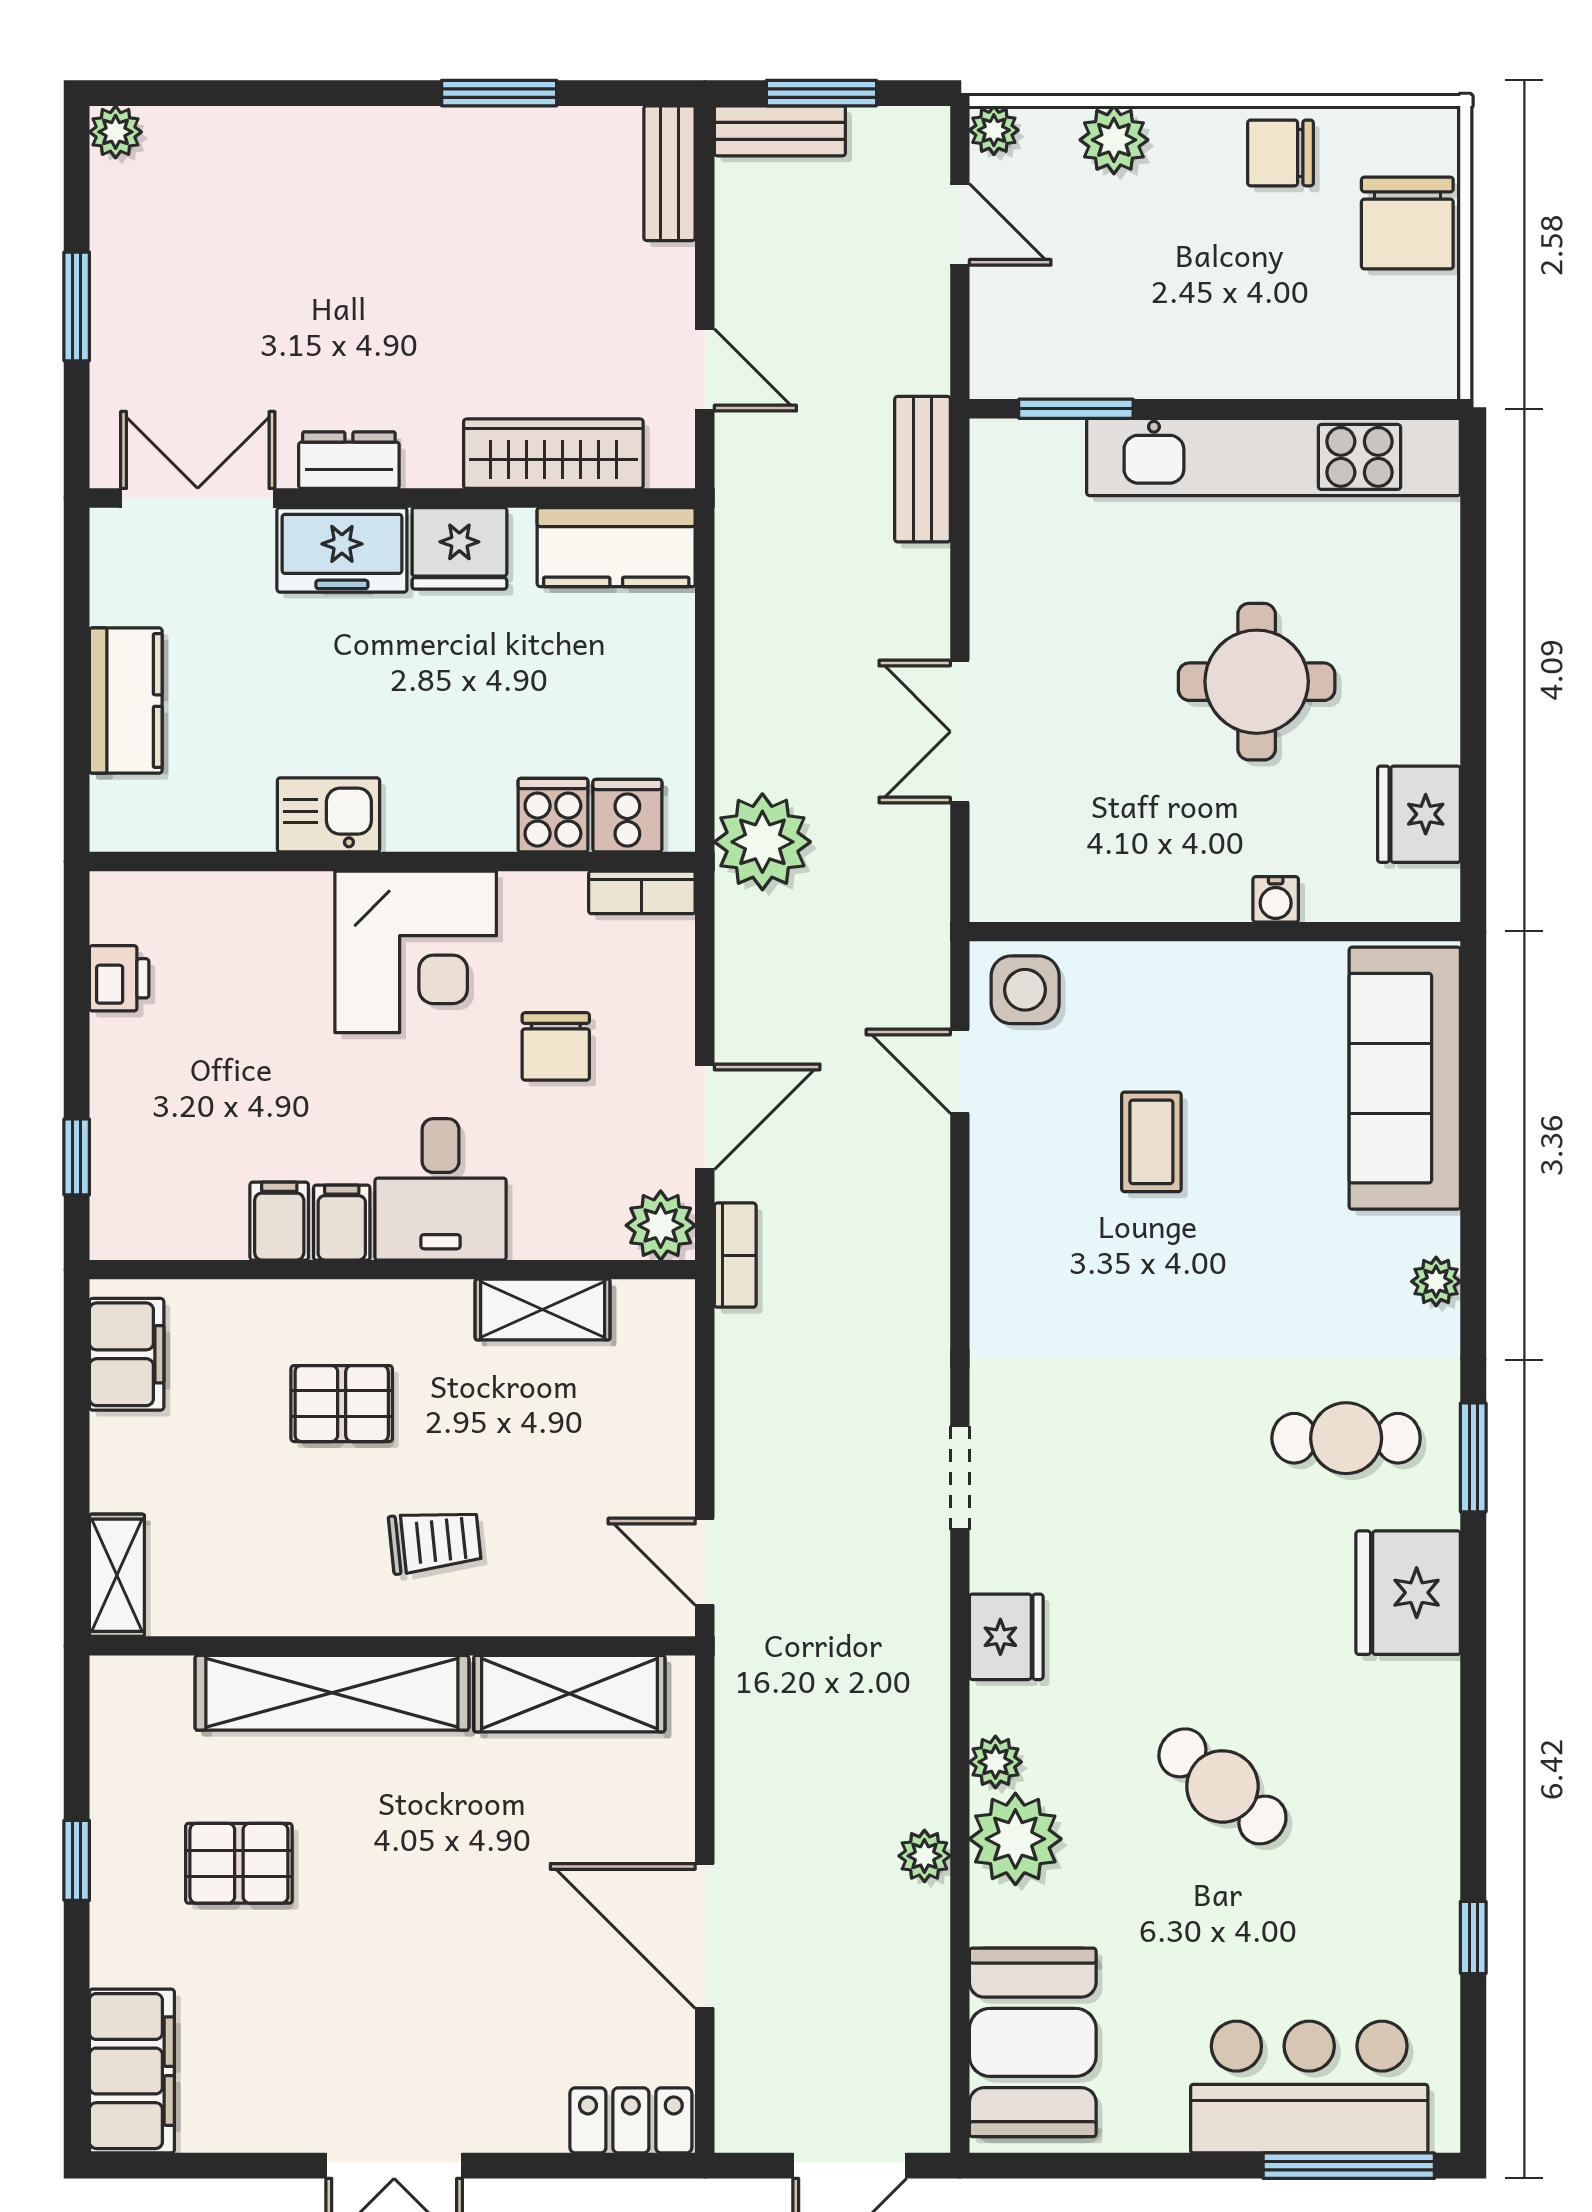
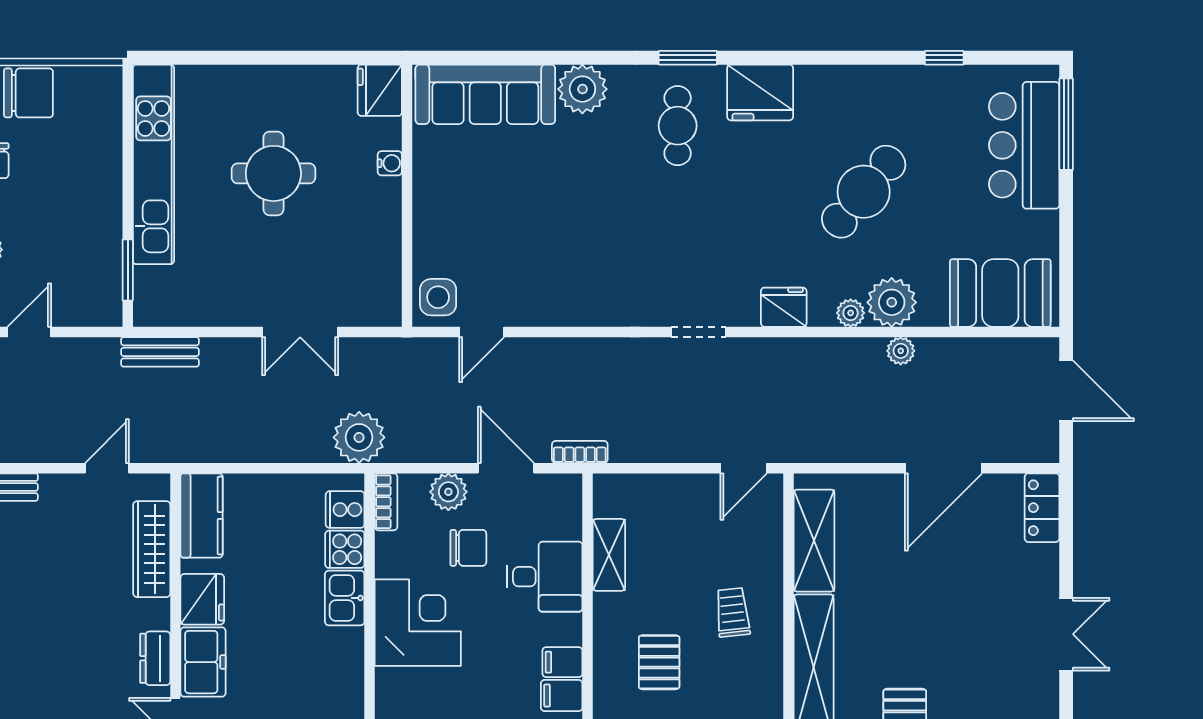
fridge: (1419, 814) -> (380, 90), moved, turned 90
kitchen sink: (328, 815) -> (345, 598), moved
coffee table: (1151, 1142) -> (519, 230), removed
desk: (441, 1189) -> (545, 577), moved
plant: (661, 1225) -> (448, 492), moved
plant: (1436, 1281) -> (582, 89), width x1.88, depth x1.88
cafe table: (1222, 1786) -> (864, 192), width x1.37, depth x1.35

